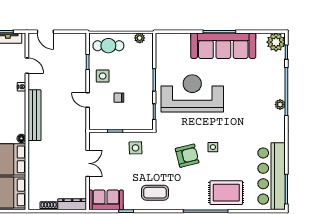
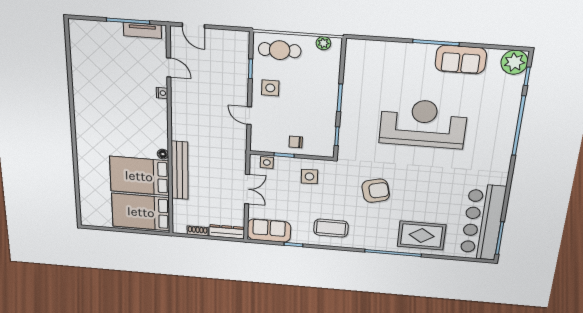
sofa: (223, 46) -> (461, 59), width x0.54, depth x0.79
reception desk: (192, 93) -> (423, 124), moved
chair: (119, 98) -> (296, 142), moved
plant: (280, 104) -> (507, 141), removed
bench: (34, 115) -> (180, 170), moved
side table: (213, 147) -> (267, 163), moved

